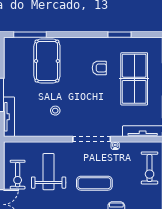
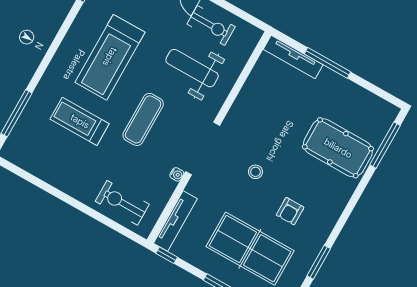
stool: (55, 111) -> (255, 172), moved
weight bench: (49, 172) -> (192, 68), turned 180
exercise bike: (18, 175) -> (211, 25), turned 180

